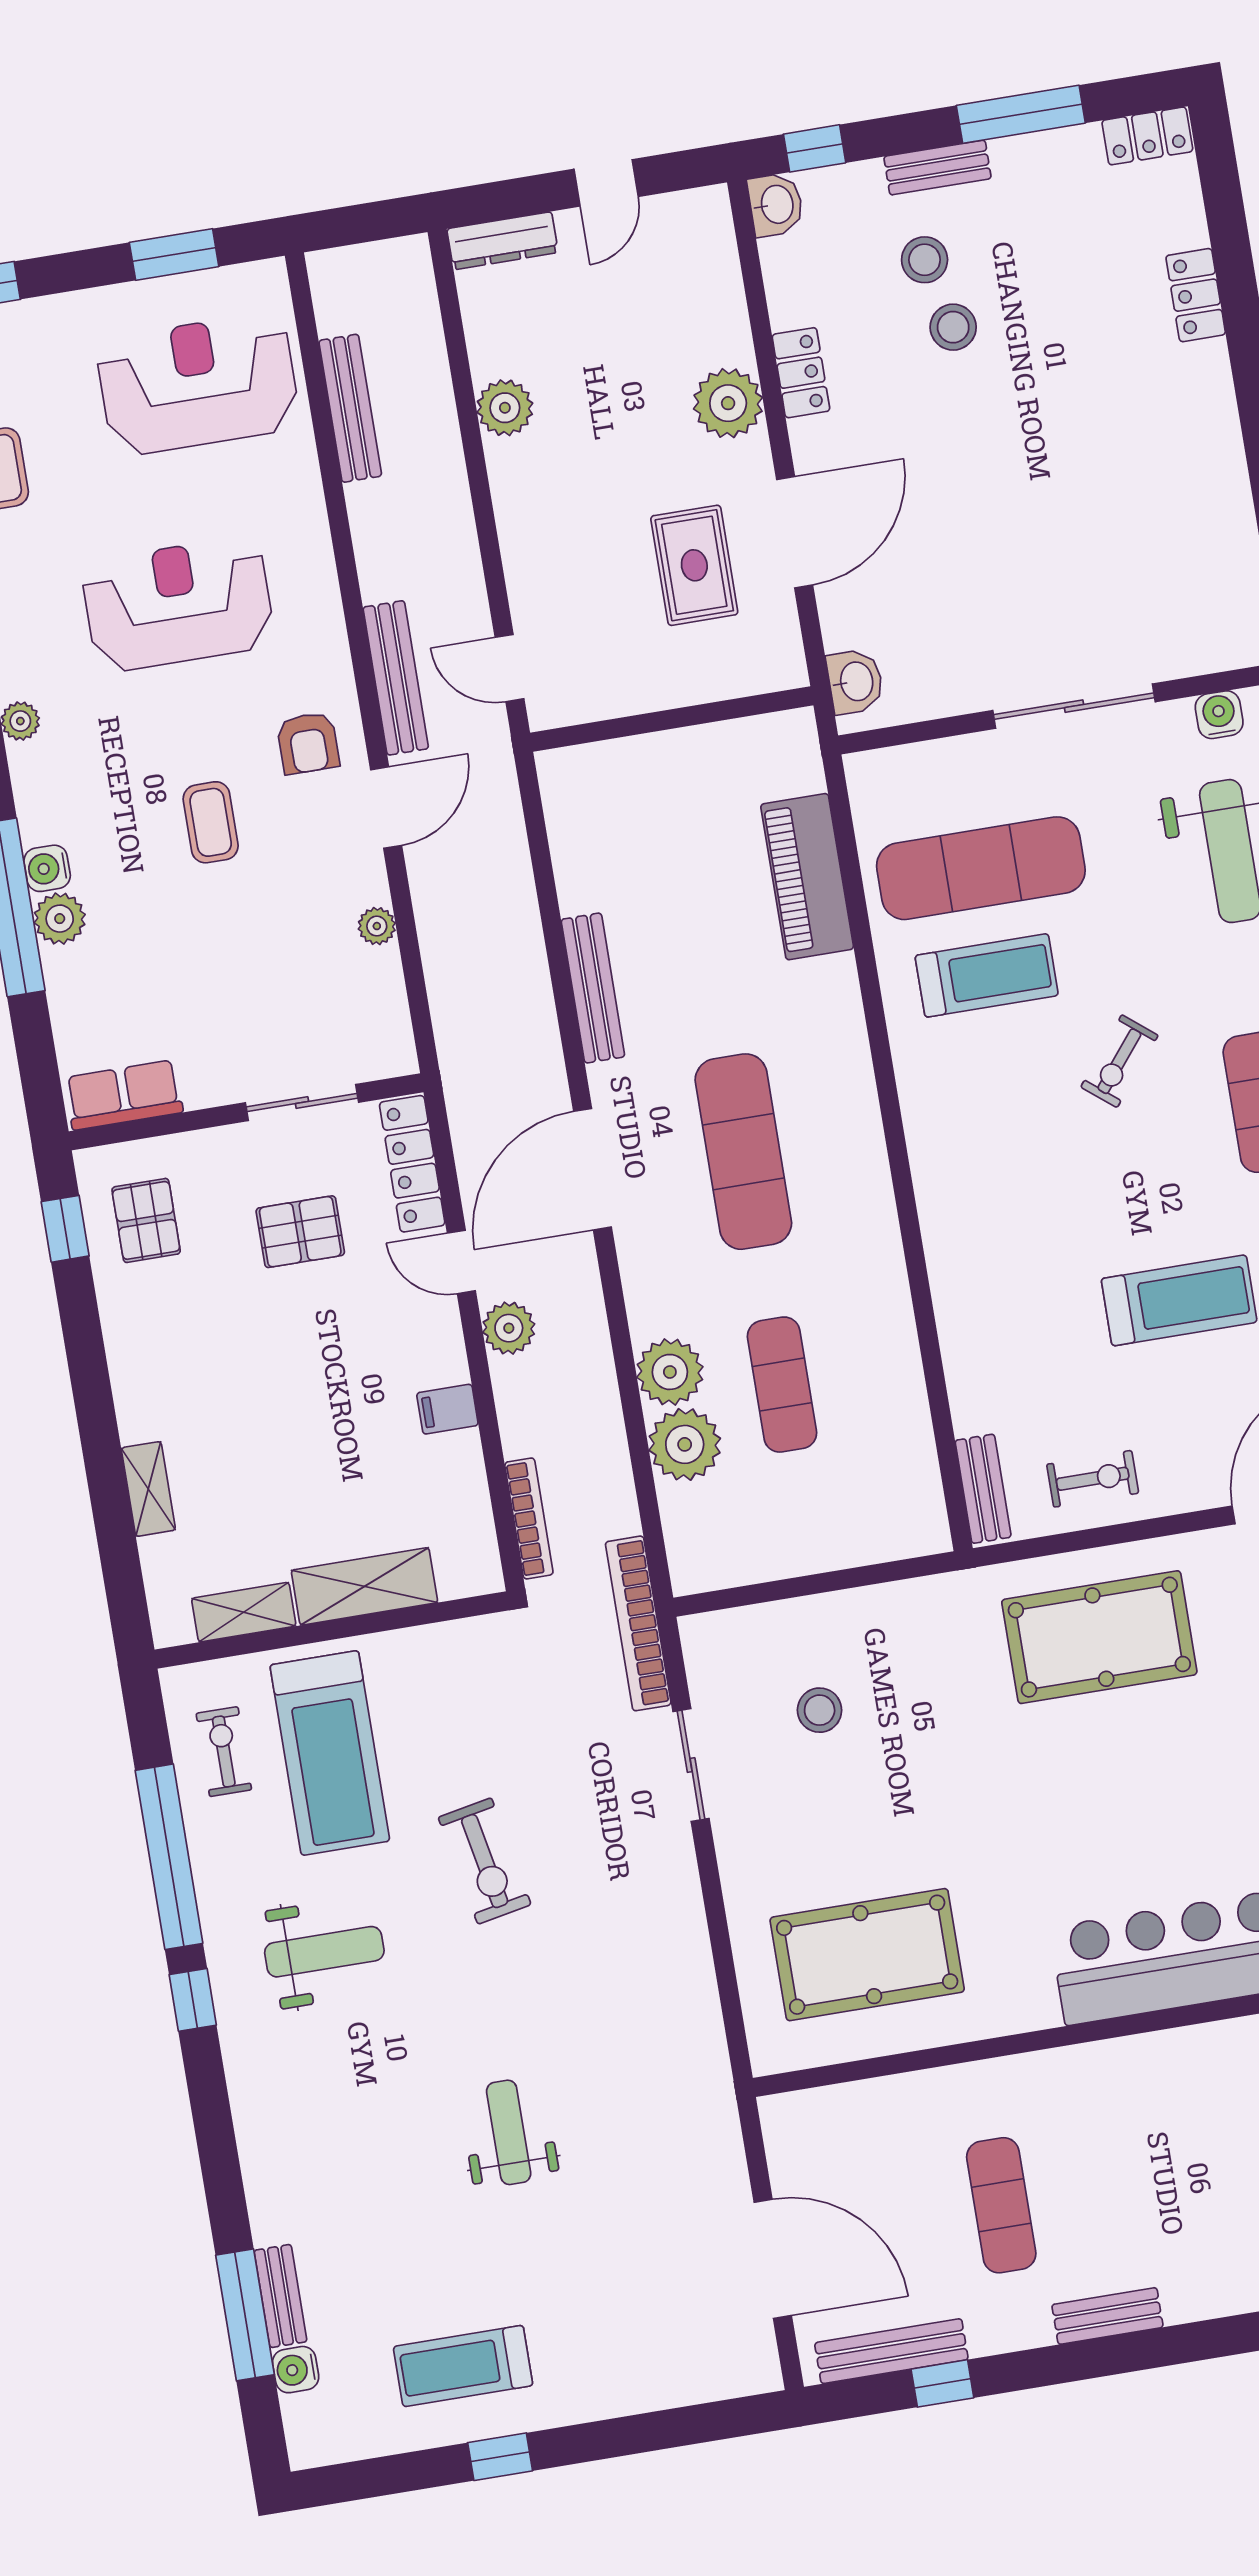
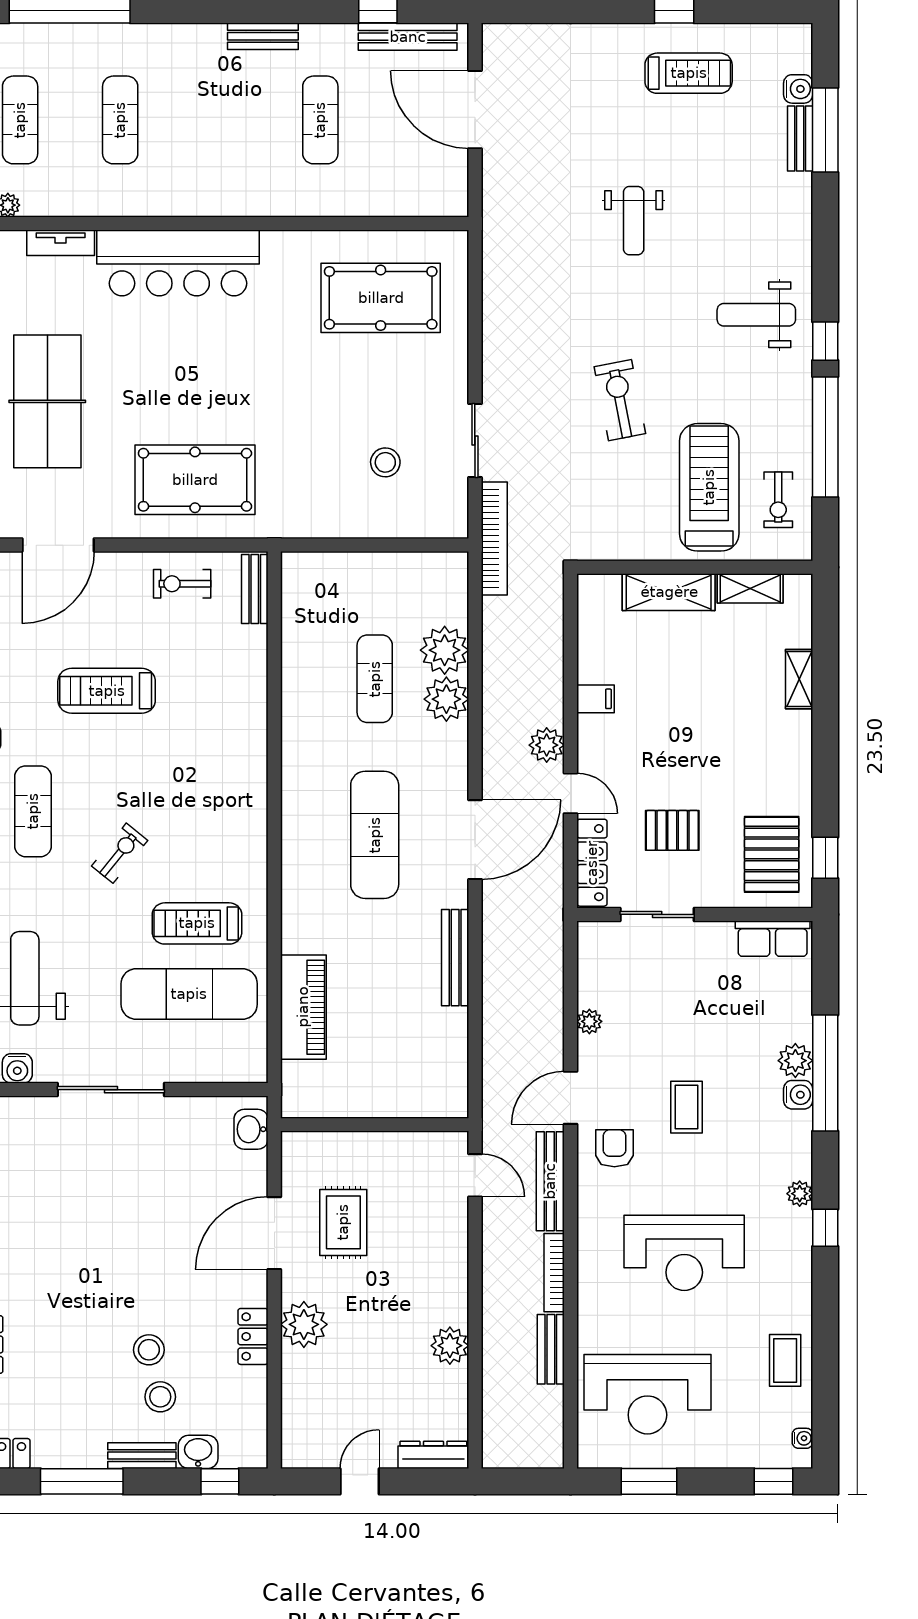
washbasin: (776, 205) -> (198, 1452), moved, turned 90
bench: (350, 408) -> (551, 1349), width x0.73
pallet: (146, 1220) -> (772, 854), width x1.50, depth x1.42
bookcase: (529, 1518) -> (554, 1273), moved
weight bench: (324, 1952) -> (756, 315), moved

